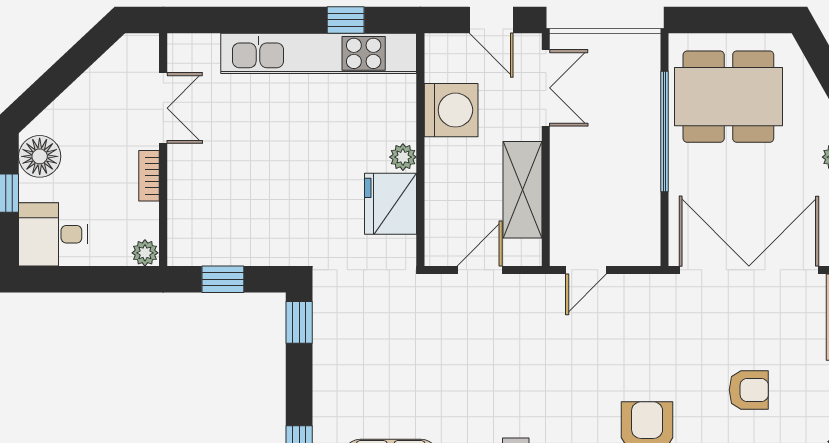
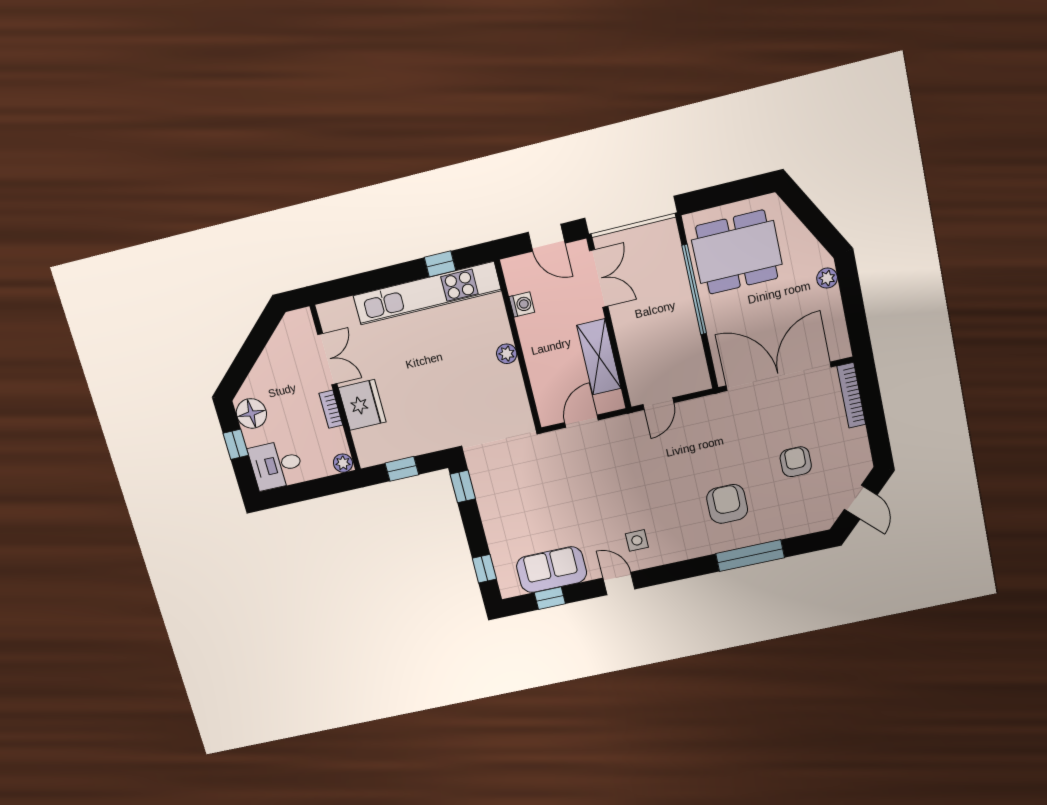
washing machine: (451, 110) -> (522, 304), width x0.53, depth x0.53
fridge: (391, 204) -> (362, 405), moved, turned 180
armchair: (749, 390) -> (796, 462), turned -90

